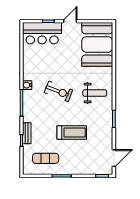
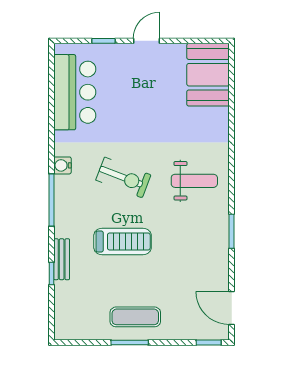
bar counter: (42, 33) -> (75, 92), moved, turned -90
booth: (97, 44) -> (208, 75), width x0.73, depth x0.70
treadmill: (72, 133) -> (123, 241), moved
exercise mat: (46, 158) -> (135, 317), moved
door: (114, 158) -> (232, 308), swing flipped

